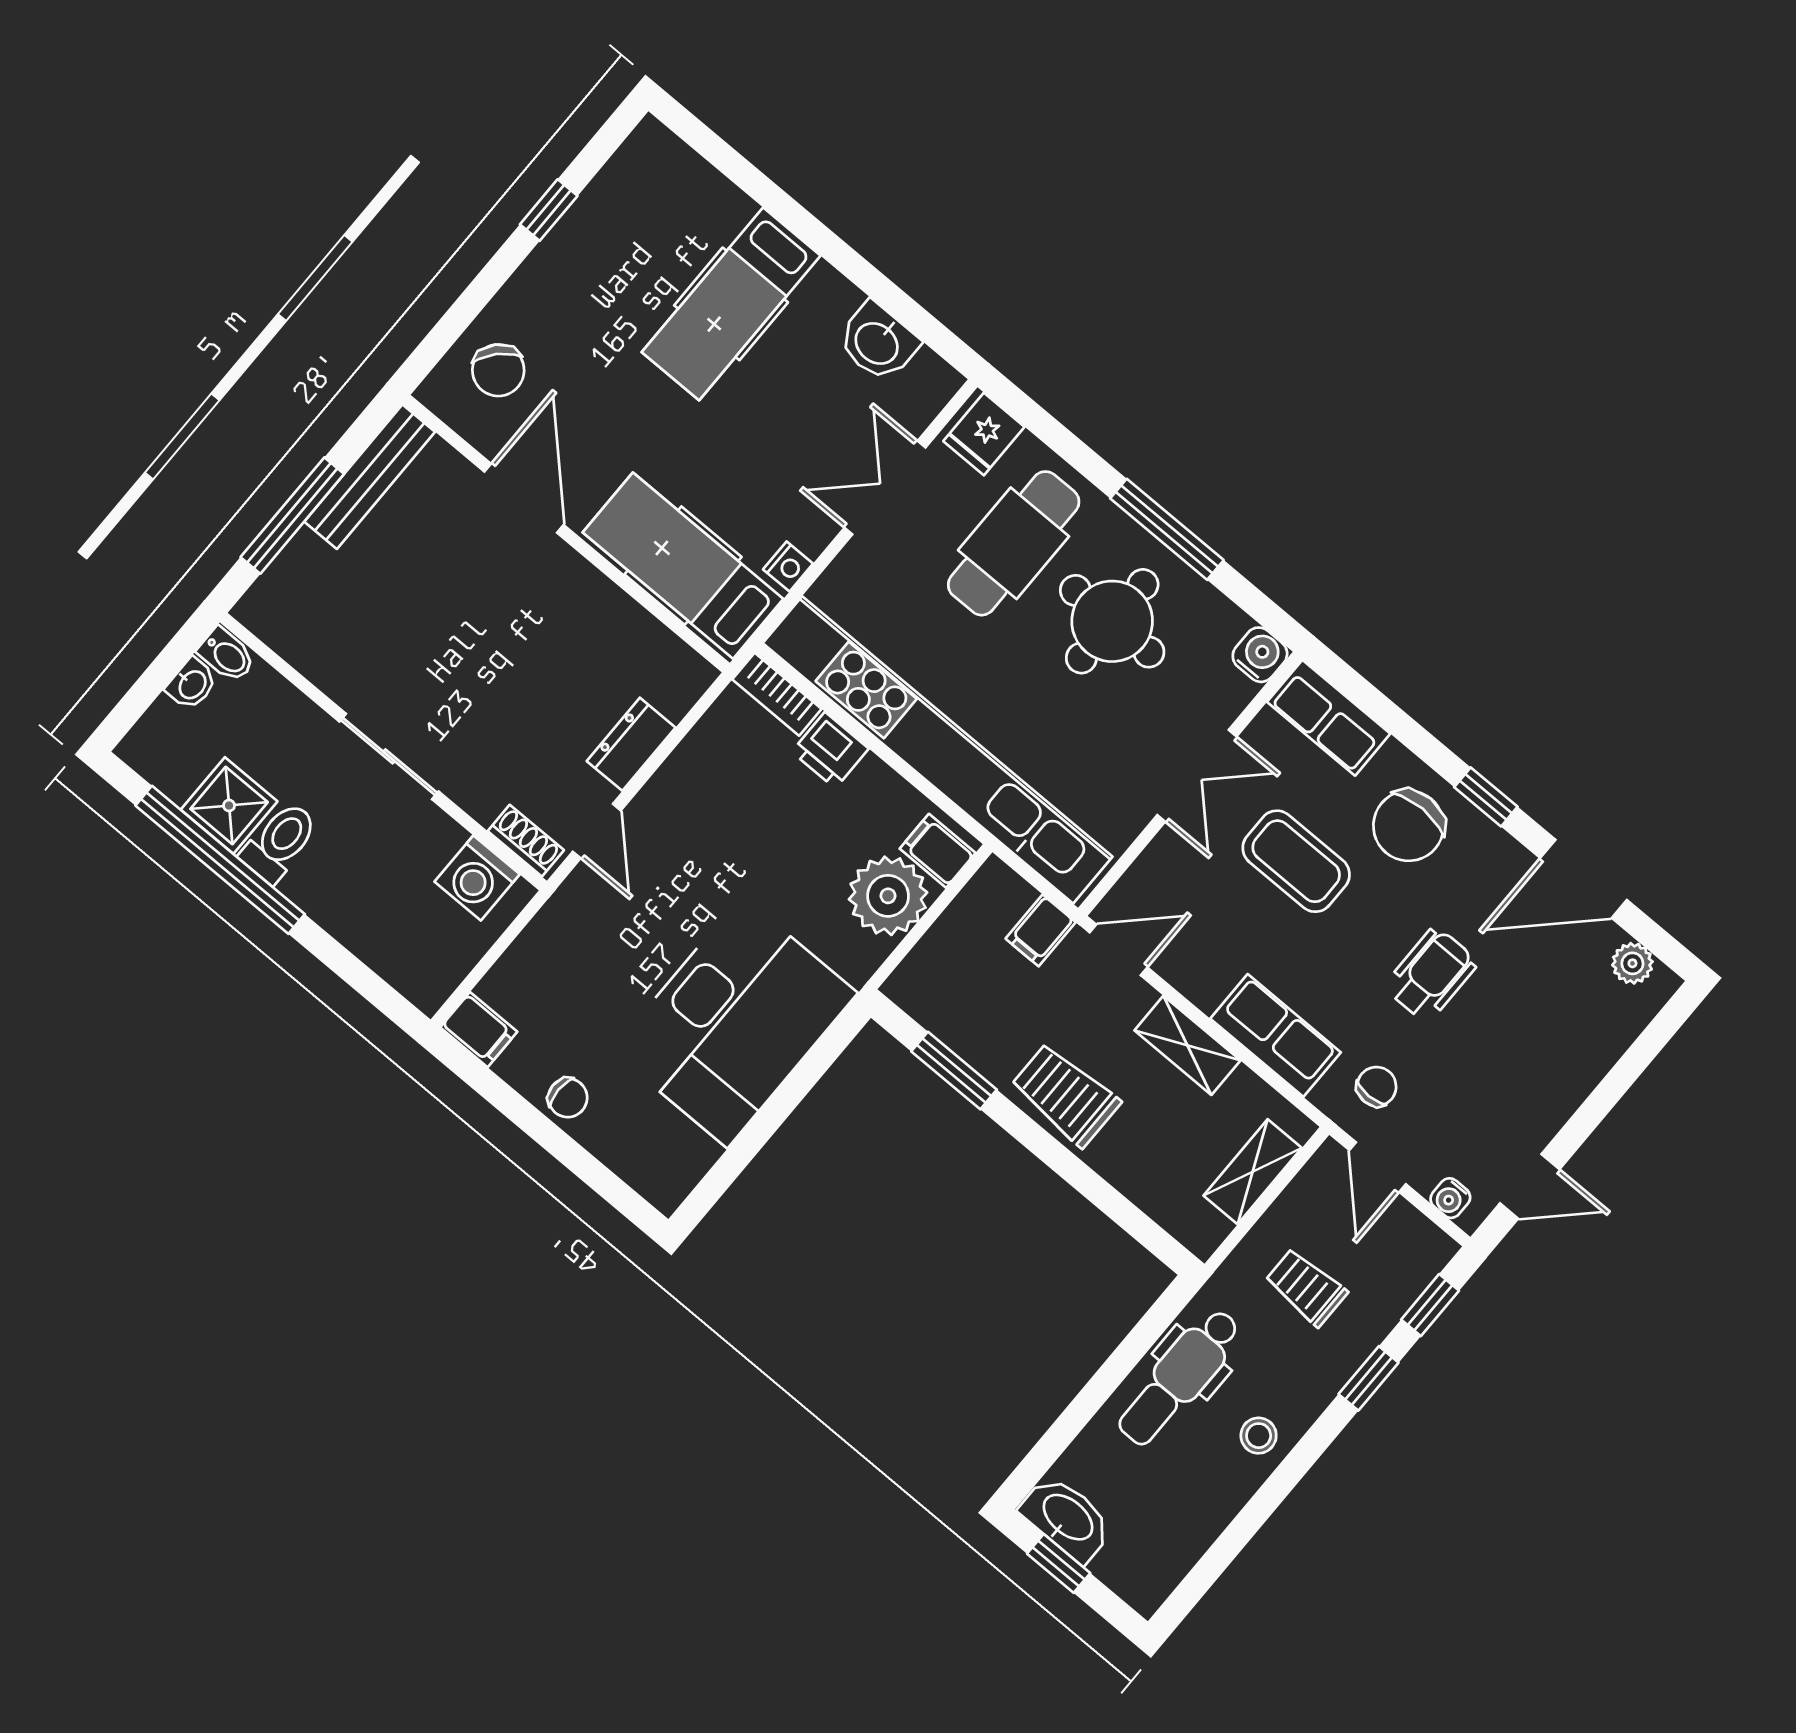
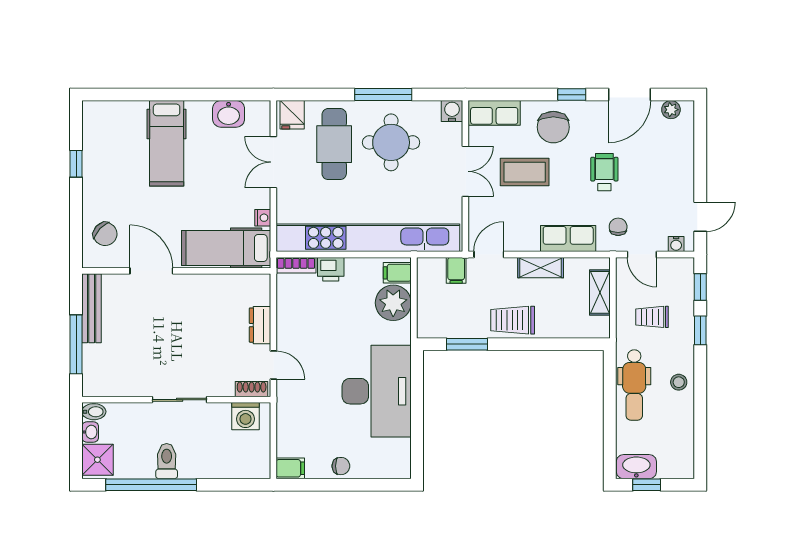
shower: (229, 806) -> (97, 460), moved

